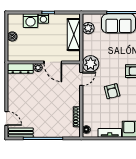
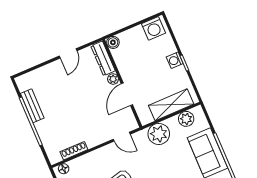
washing machine: (31, 21) -> (153, 28), moved, turned -90
boiler: (12, 36) -> (113, 42), moved
plant: (91, 64) -> (159, 134), moved
door: (6, 118) -> (68, 53), moved
bench: (21, 133) -> (32, 106), moved

